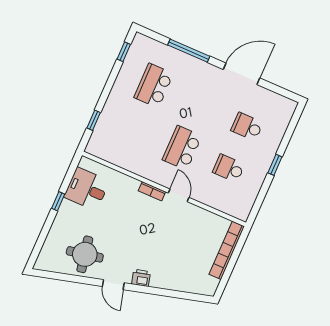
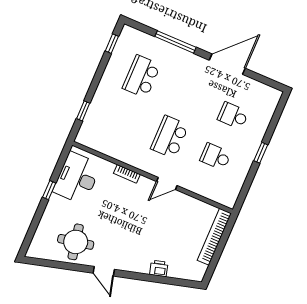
desk: (87, 189) -> (77, 178), width x1.37
bookcase: (152, 191) -> (127, 174), moved
door: (179, 195) -> (167, 183), swing flipped
printer: (141, 278) -> (159, 268), moved

